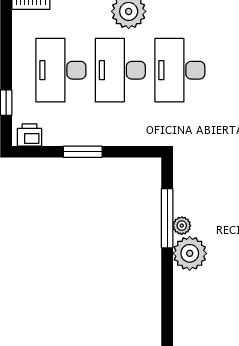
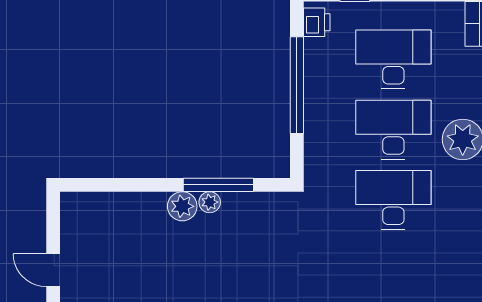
window: (83, 152) -> (297, 85), width x2.11
plant: (190, 253) -> (182, 206), width x0.73, depth x0.73

